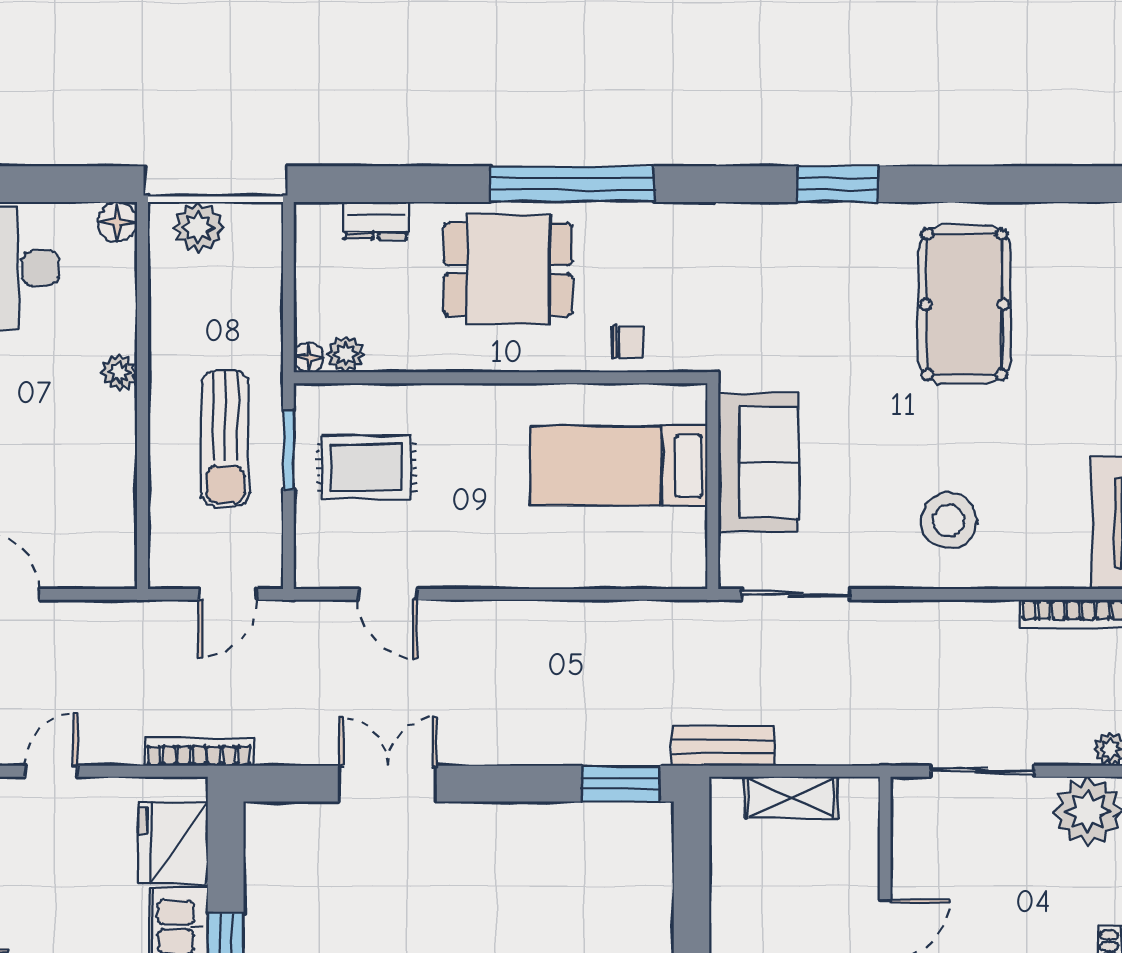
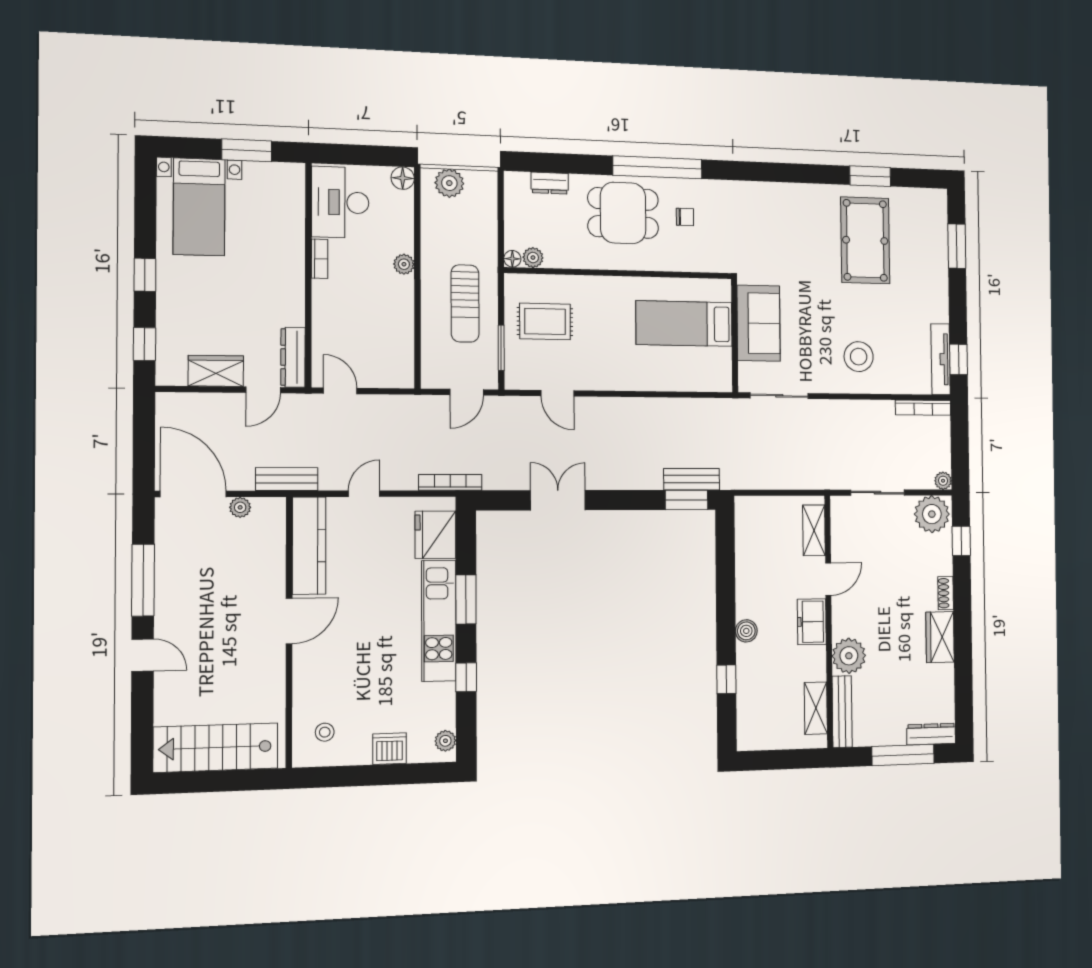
window: (838, 184) -> (870, 176), moved
chair: (627, 342) -> (685, 217), moved
window: (288, 450) -> (501, 348), moved
bench: (723, 746) -> (692, 479), moved
shelving: (791, 797) -> (814, 530), moved, turned 90

